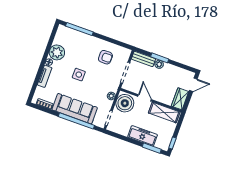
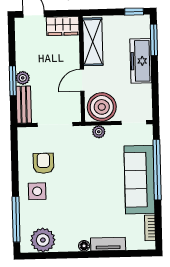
plant: (57, 52) -> (43, 240), moved
side table: (79, 75) -> (37, 191), moved

